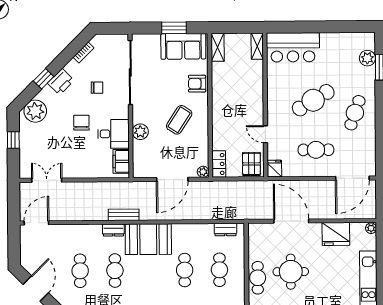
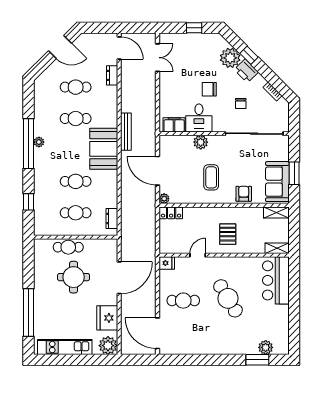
plant: (35, 111) -> (230, 58), moved
cafe table: (355, 113) -> (216, 336), removed
coffee table: (179, 120) -> (211, 177), turned 57
chair: (81, 123) -> (209, 89), turned 180
cafe table: (316, 150) -> (183, 301), turned 90
pallet: (251, 164) -> (228, 234), moved, turned 90
bench: (124, 215) -> (126, 132), width x1.36
plant: (371, 228) -> (108, 346), width x1.88, depth x1.88
dresser: (113, 230) -> (112, 75), moved

